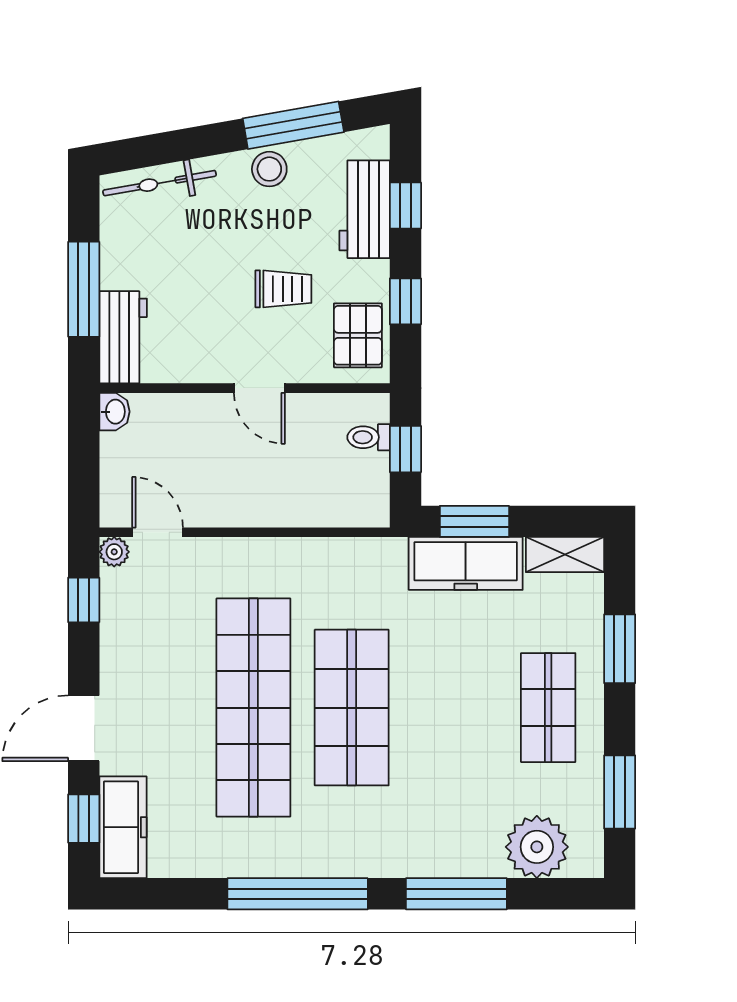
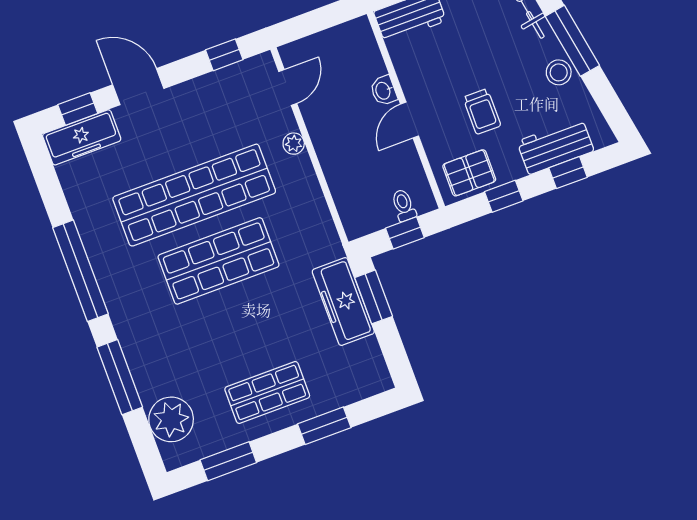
window: (293, 125) -> (572, 41), moved
washbasin: (114, 412) -> (383, 91), moved, turned 90
plant: (114, 552) -> (294, 144), moved
shelving: (565, 555) -> (374, 366), removed

